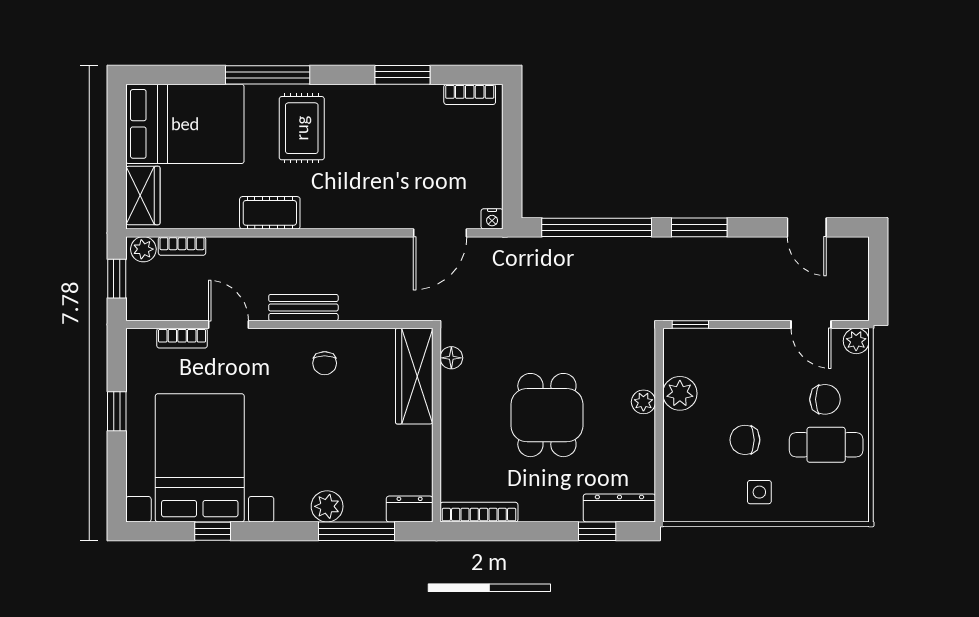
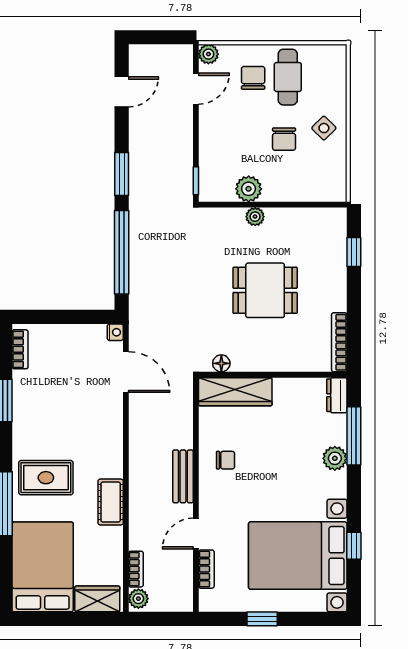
window: (117, 279) -> (161, 619), removed
side table: (759, 492) -> (324, 128), turned 45
dresser: (619, 508) -> (336, 235), removed

